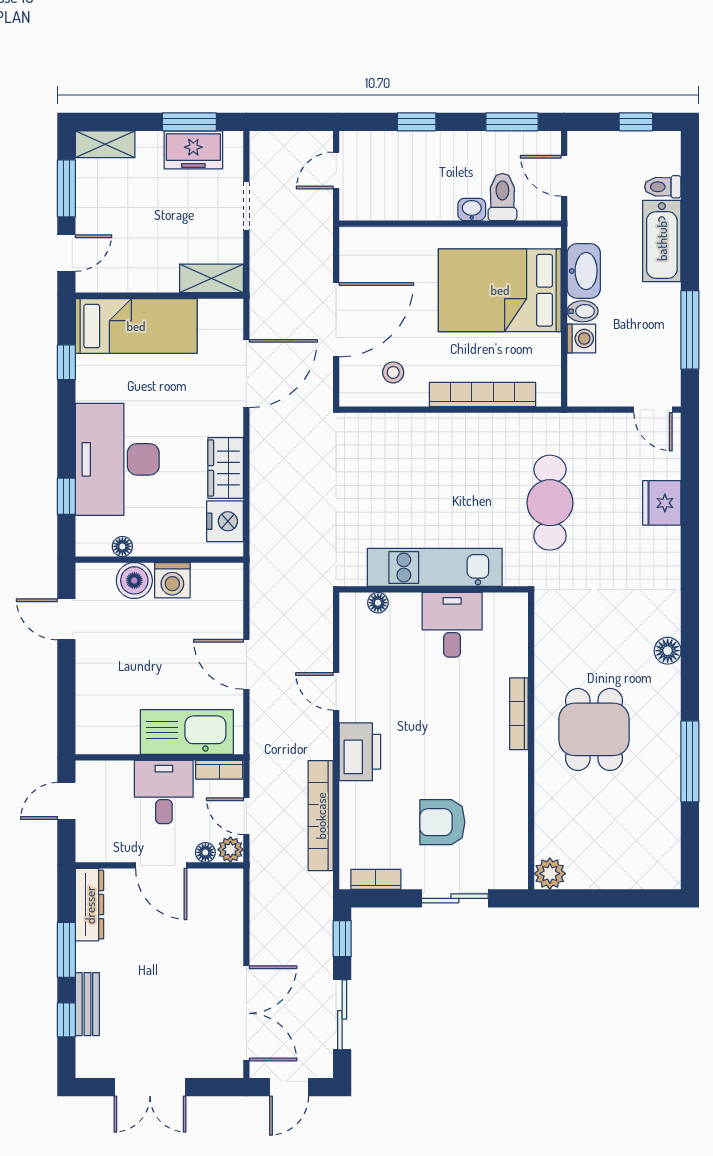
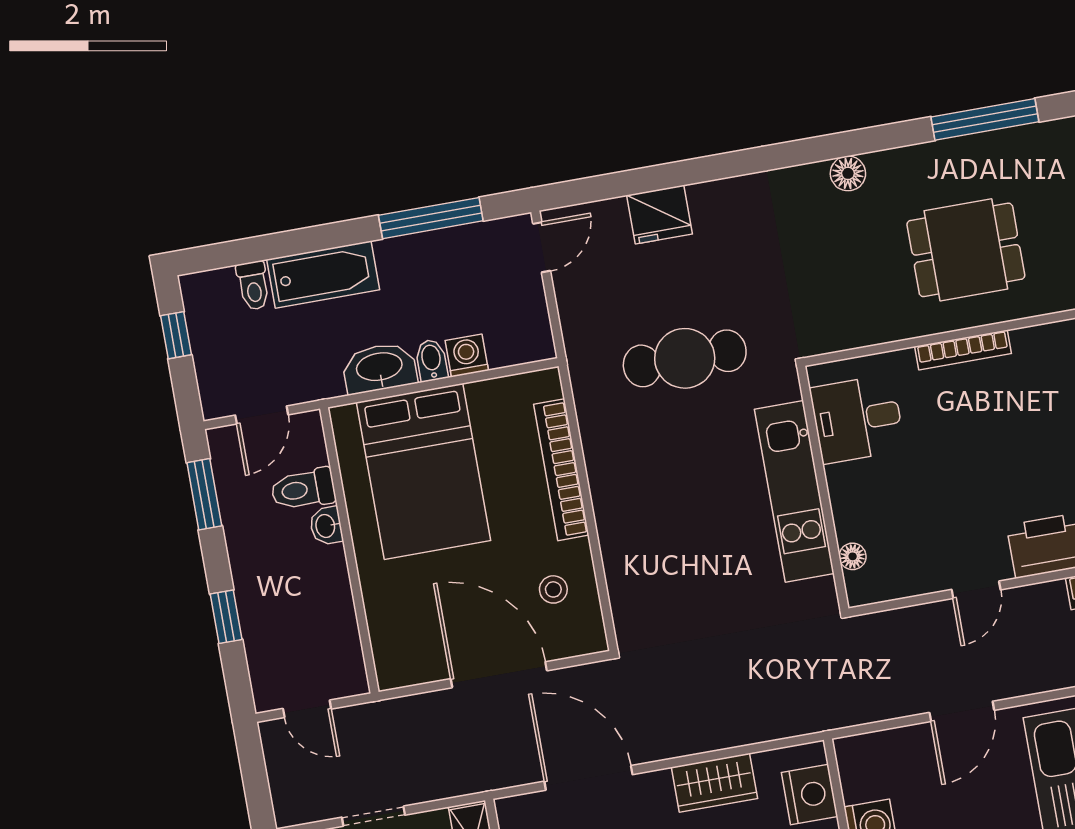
nightstand: (225, 521) -> (810, 794), moved, turned 90
desk: (452, 625) -> (857, 419), moved

